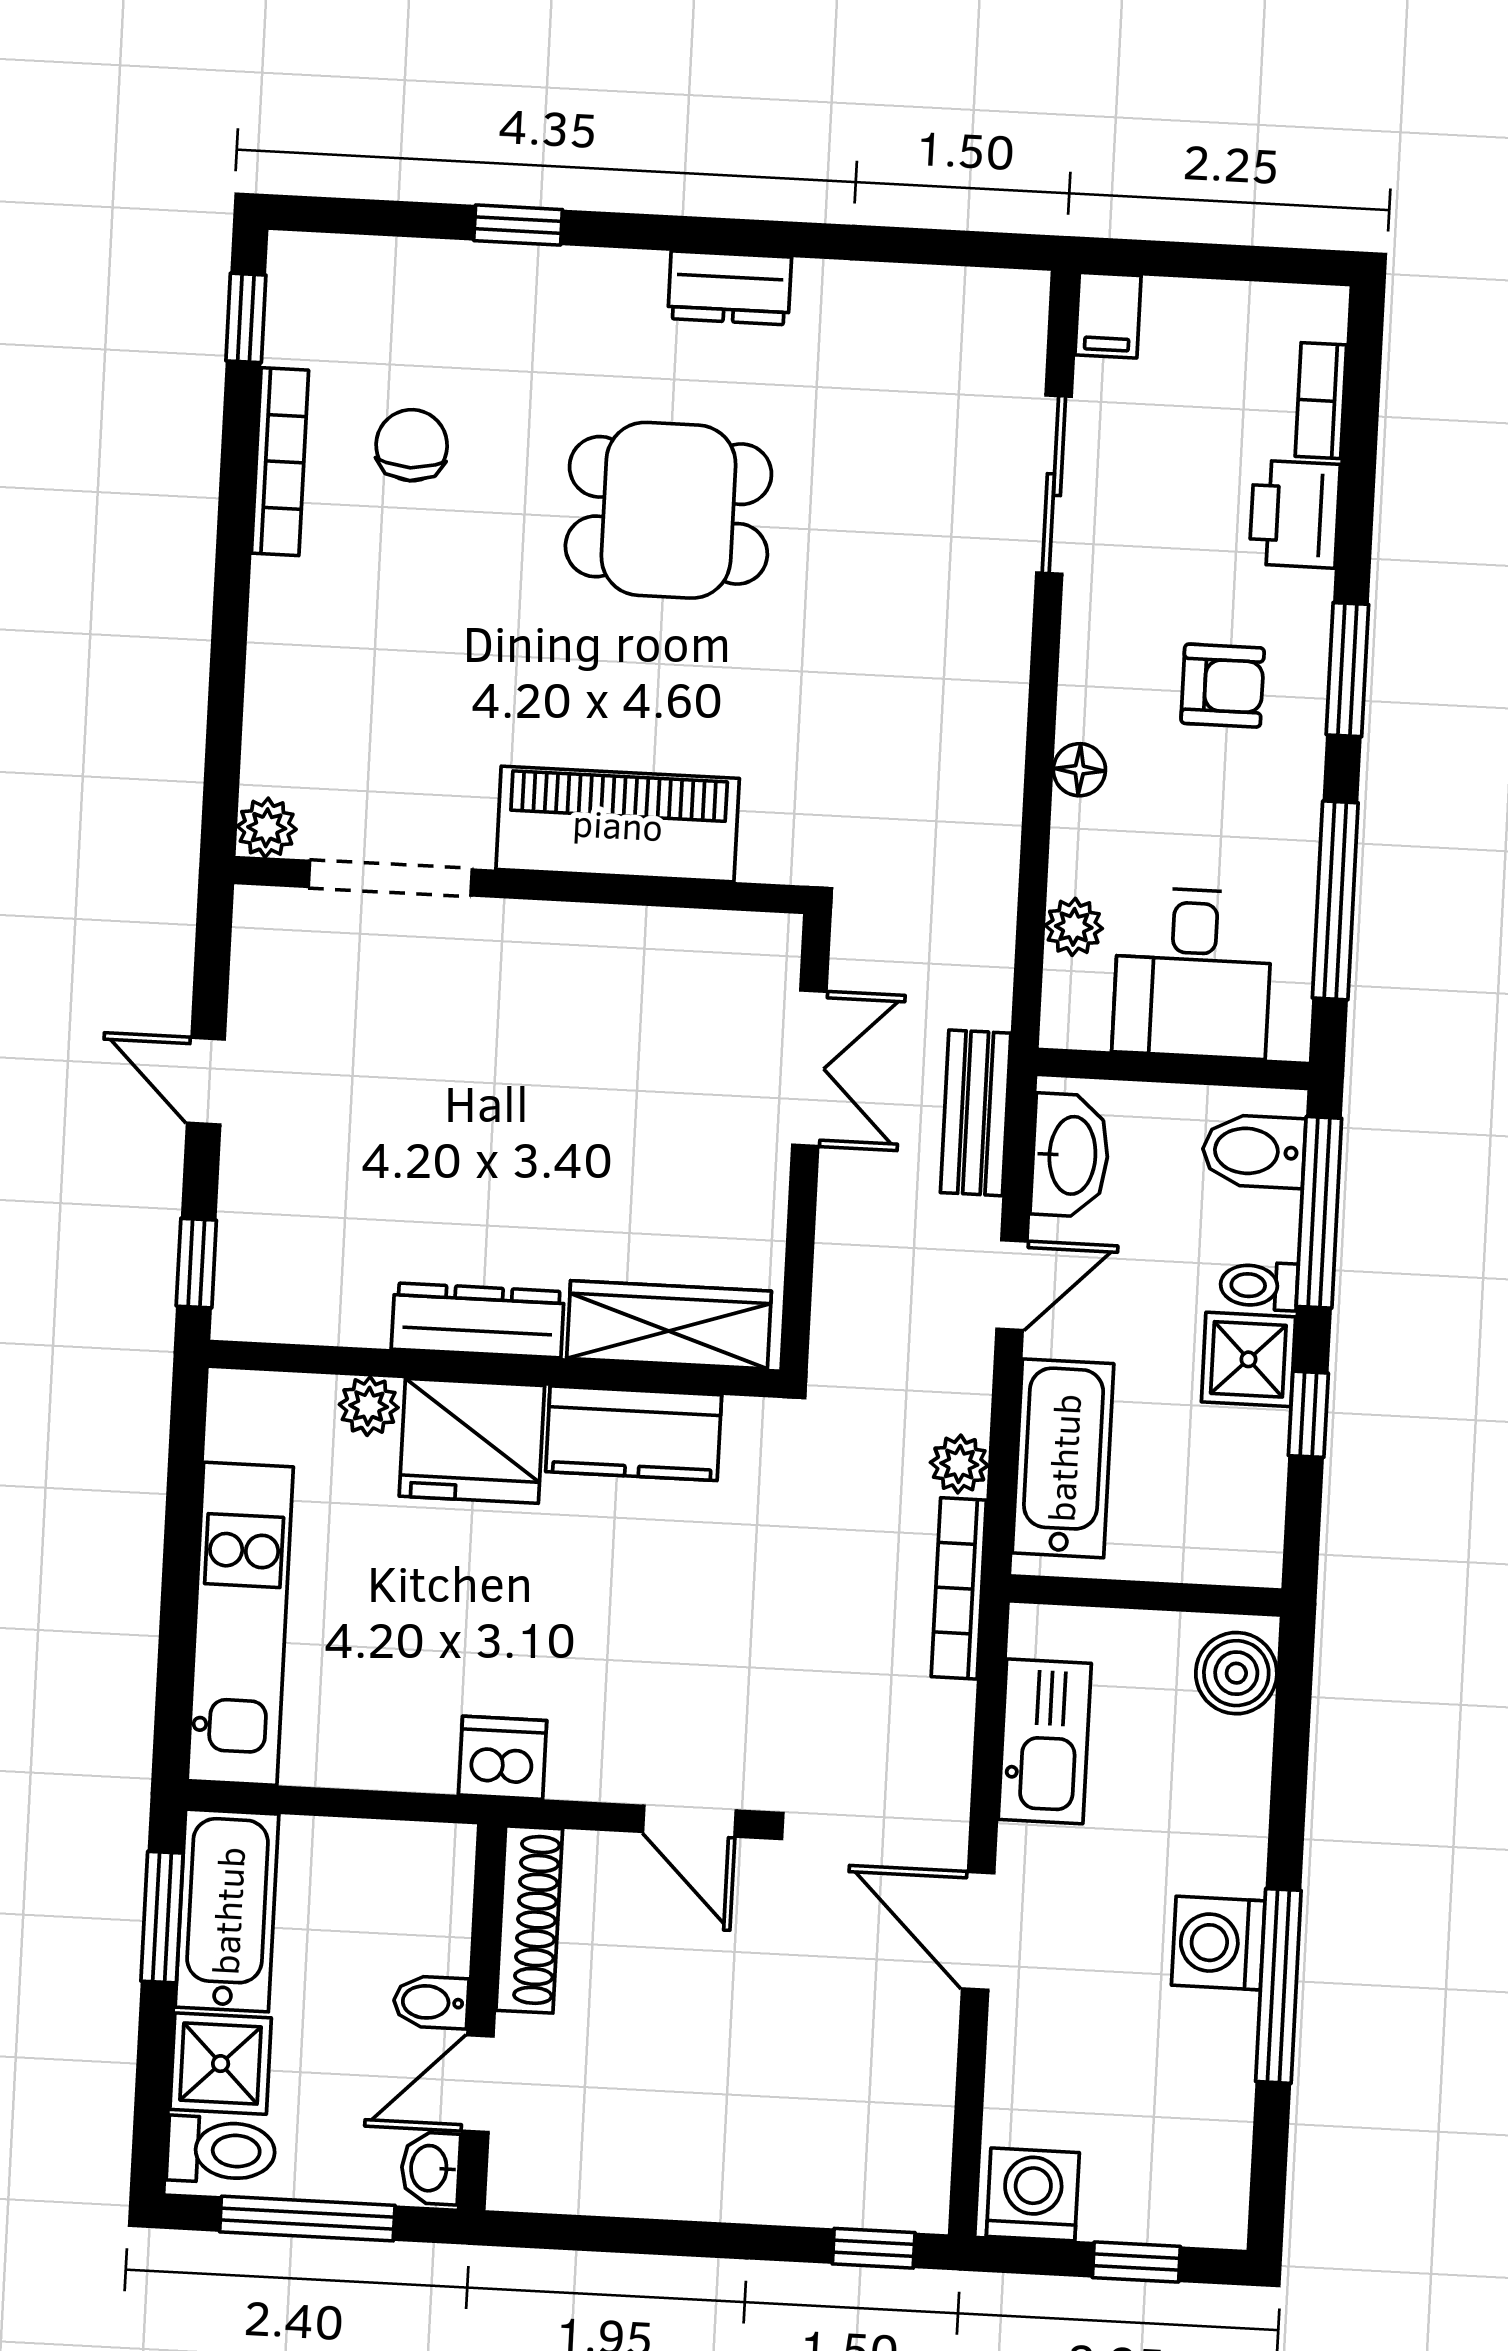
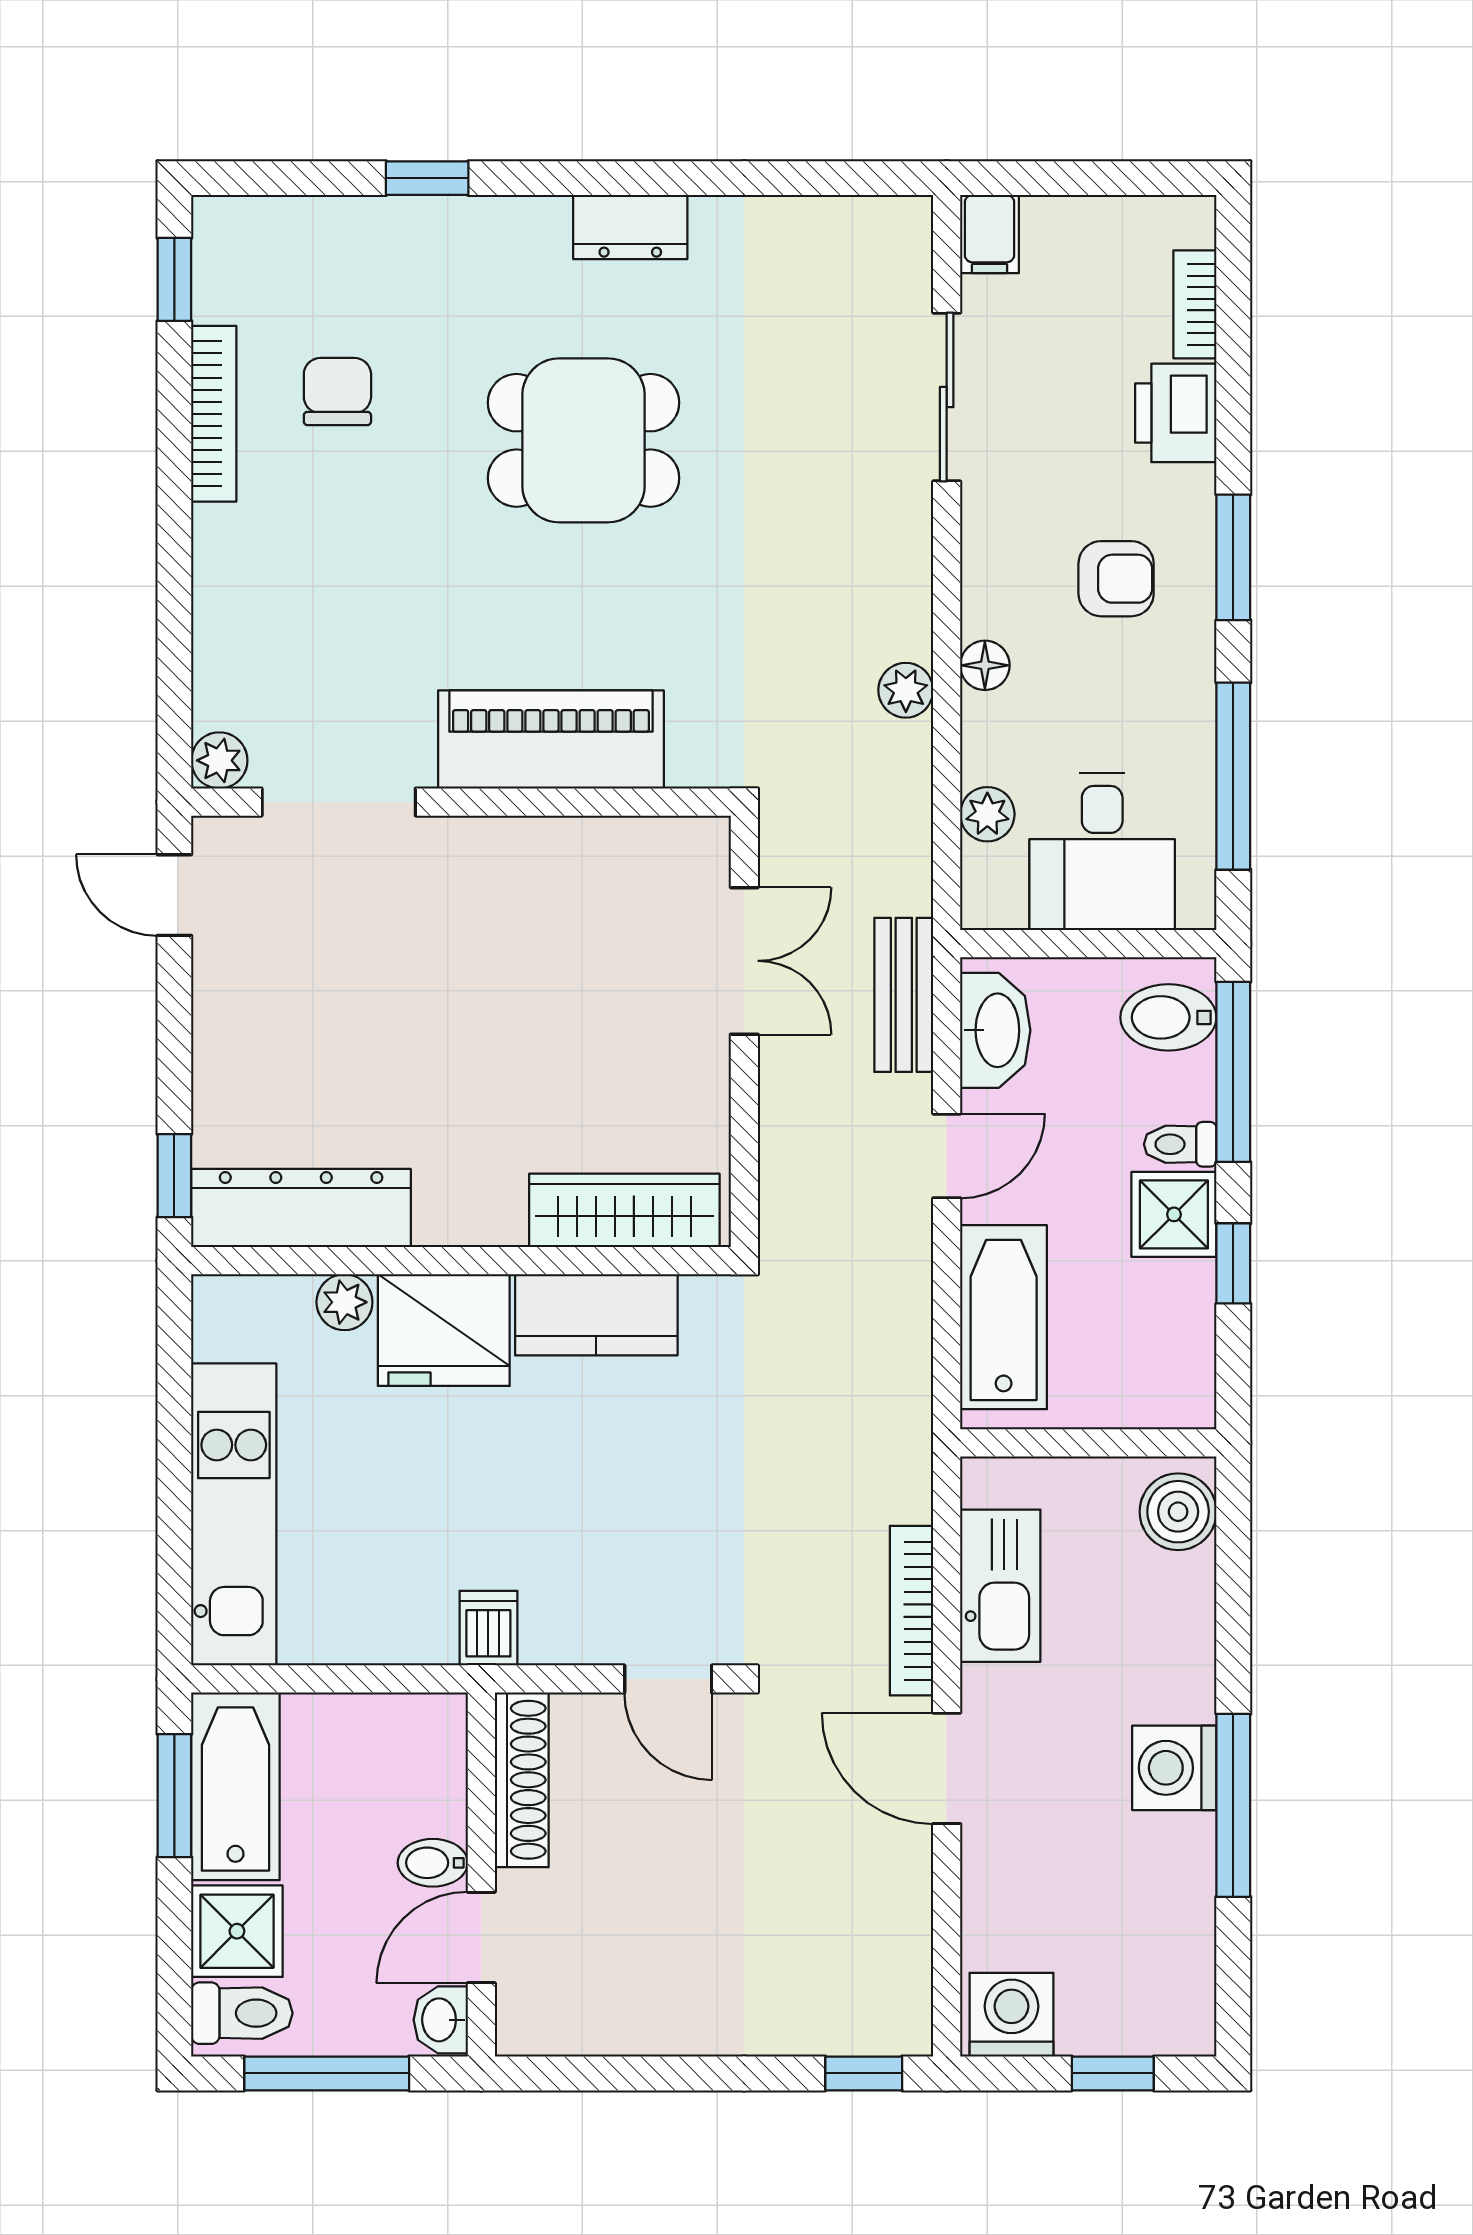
door: (206, 1081) -> (174, 895), moved
dresser: (478, 1320) -> (301, 1208), moved, width x1.37, depth x1.24
plant: (959, 1464) -> (906, 690), moved
bookcase: (959, 1588) -> (911, 1611), moved
dishwasher: (503, 1758) -> (488, 1628), width x0.73

